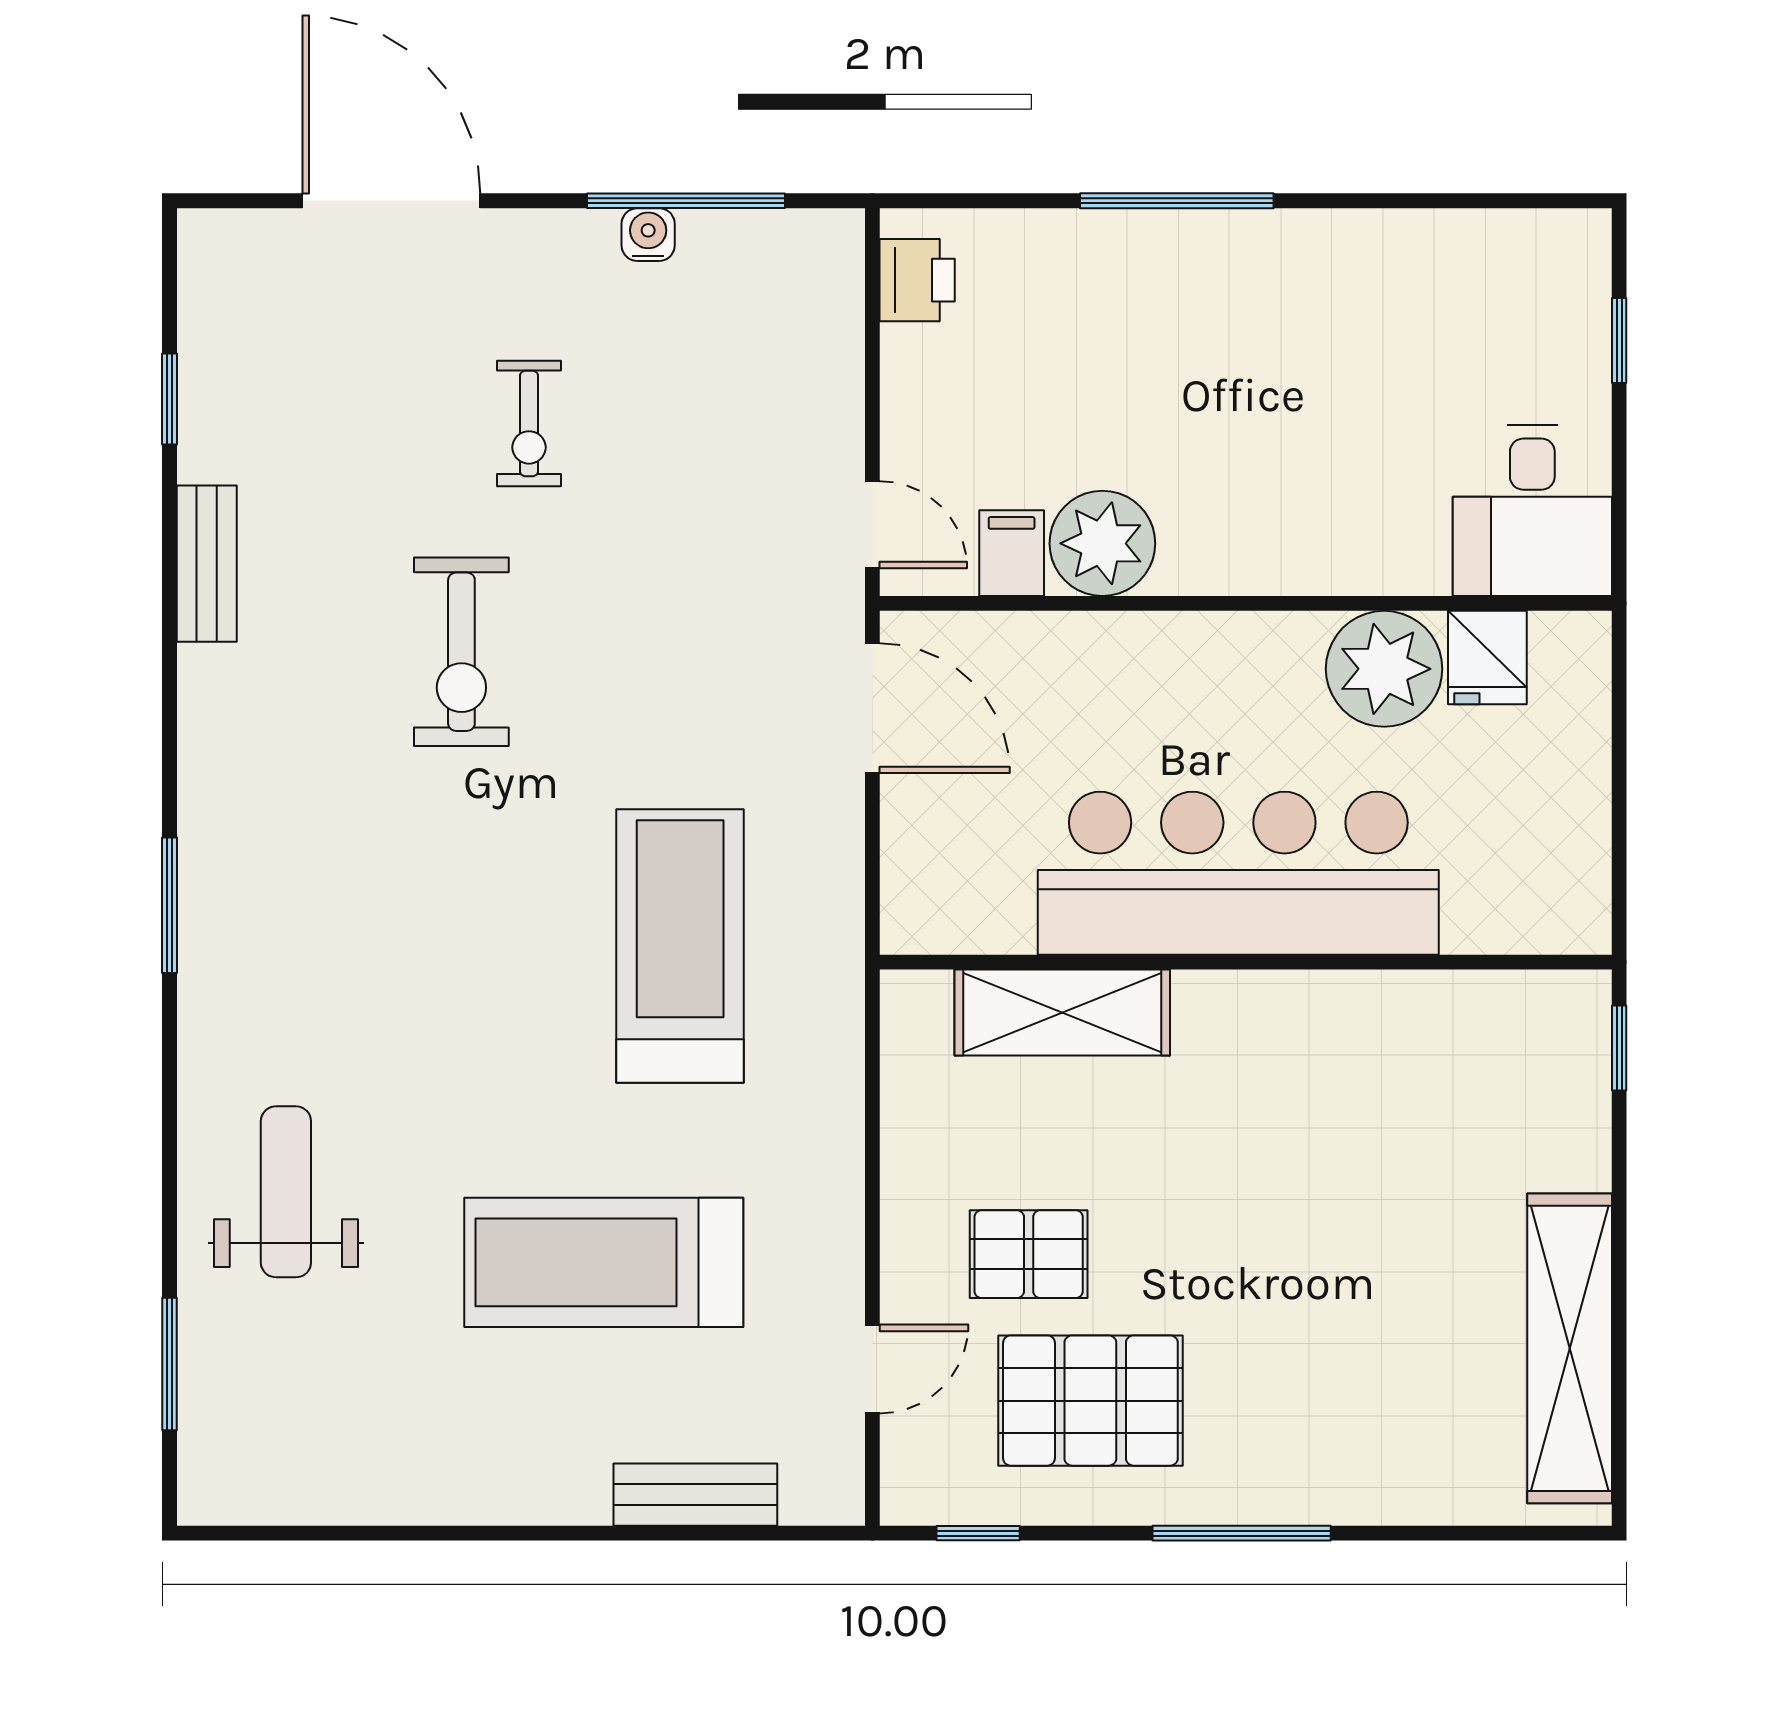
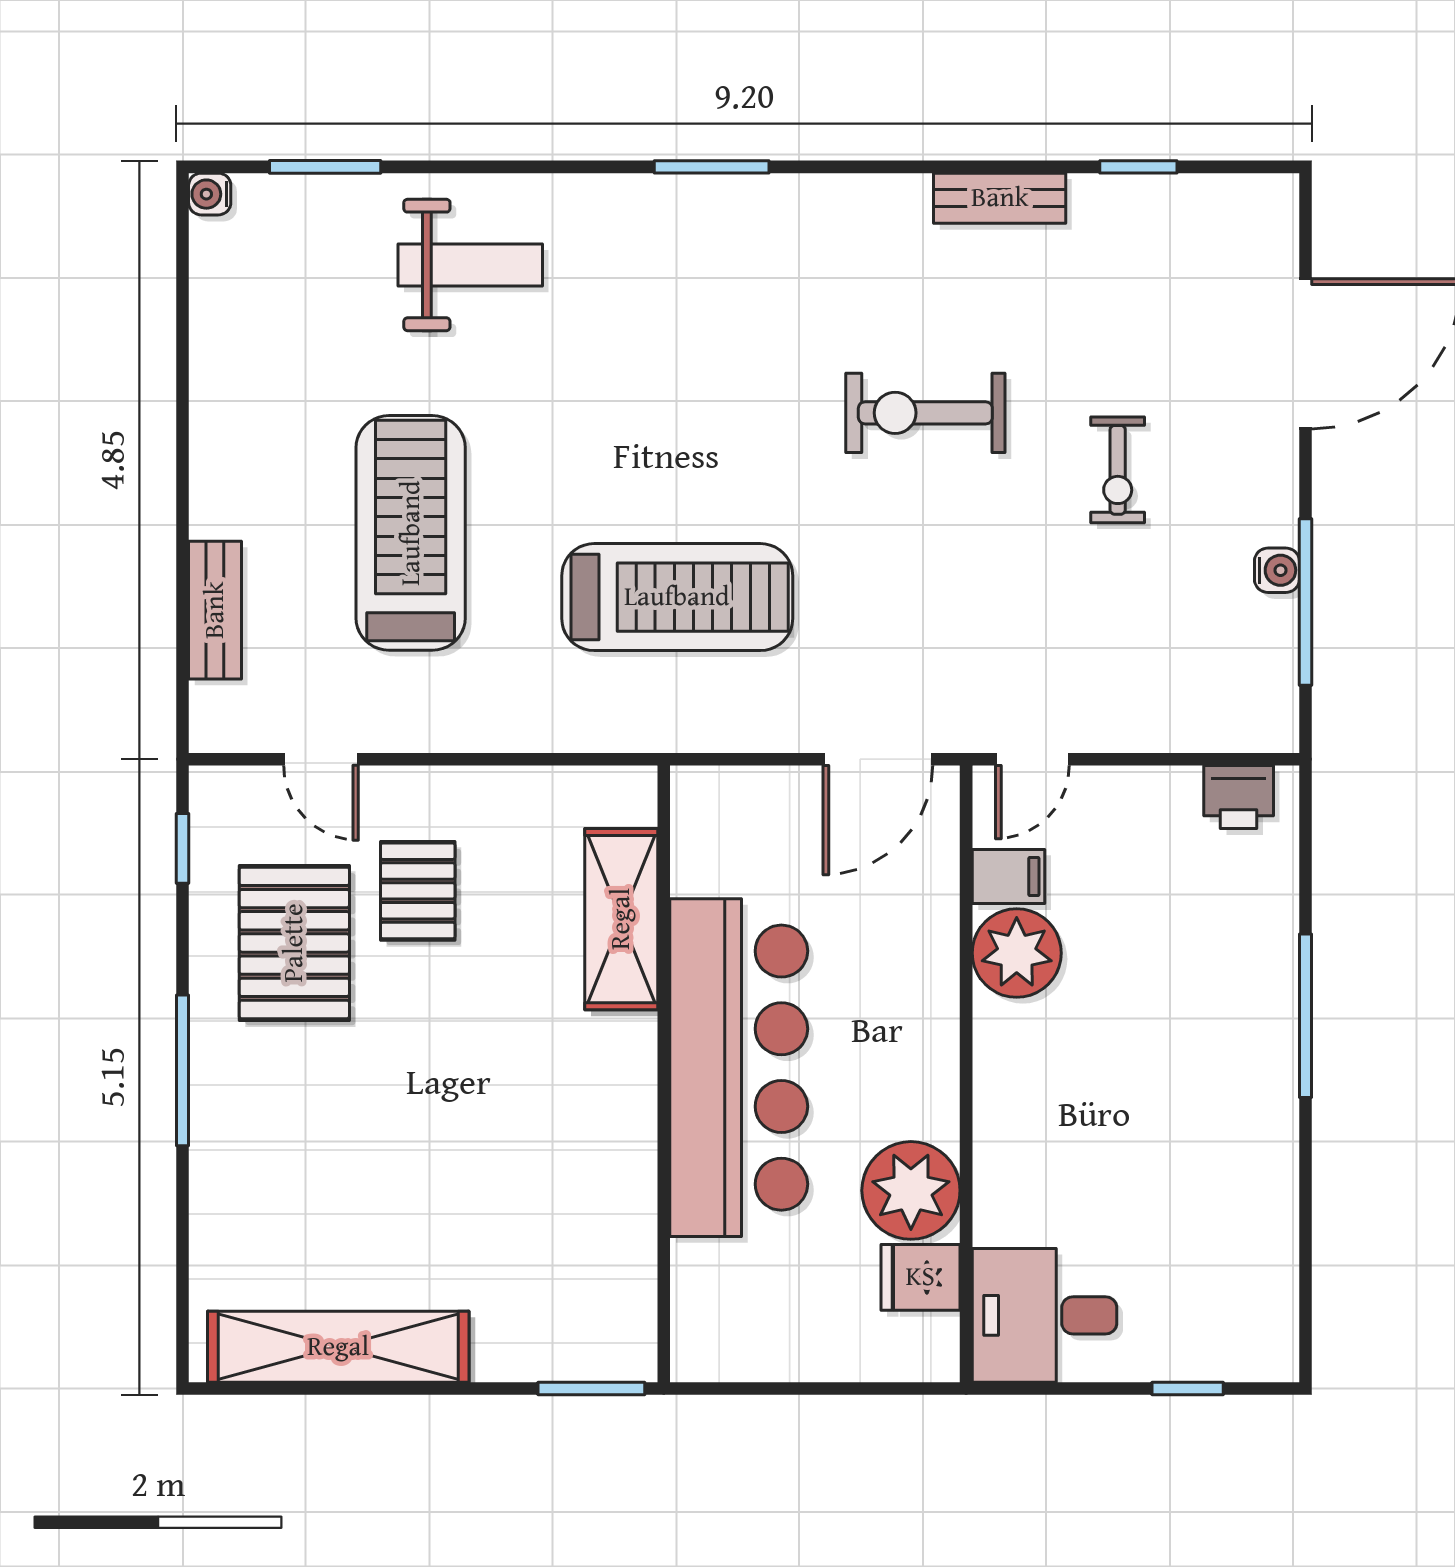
exercise bike: (529, 424) -> (1118, 470), turned -90
window: (1619, 1048) -> (591, 1389), width x1.50
water cooler: (202, 1501) -> (210, 194), added

